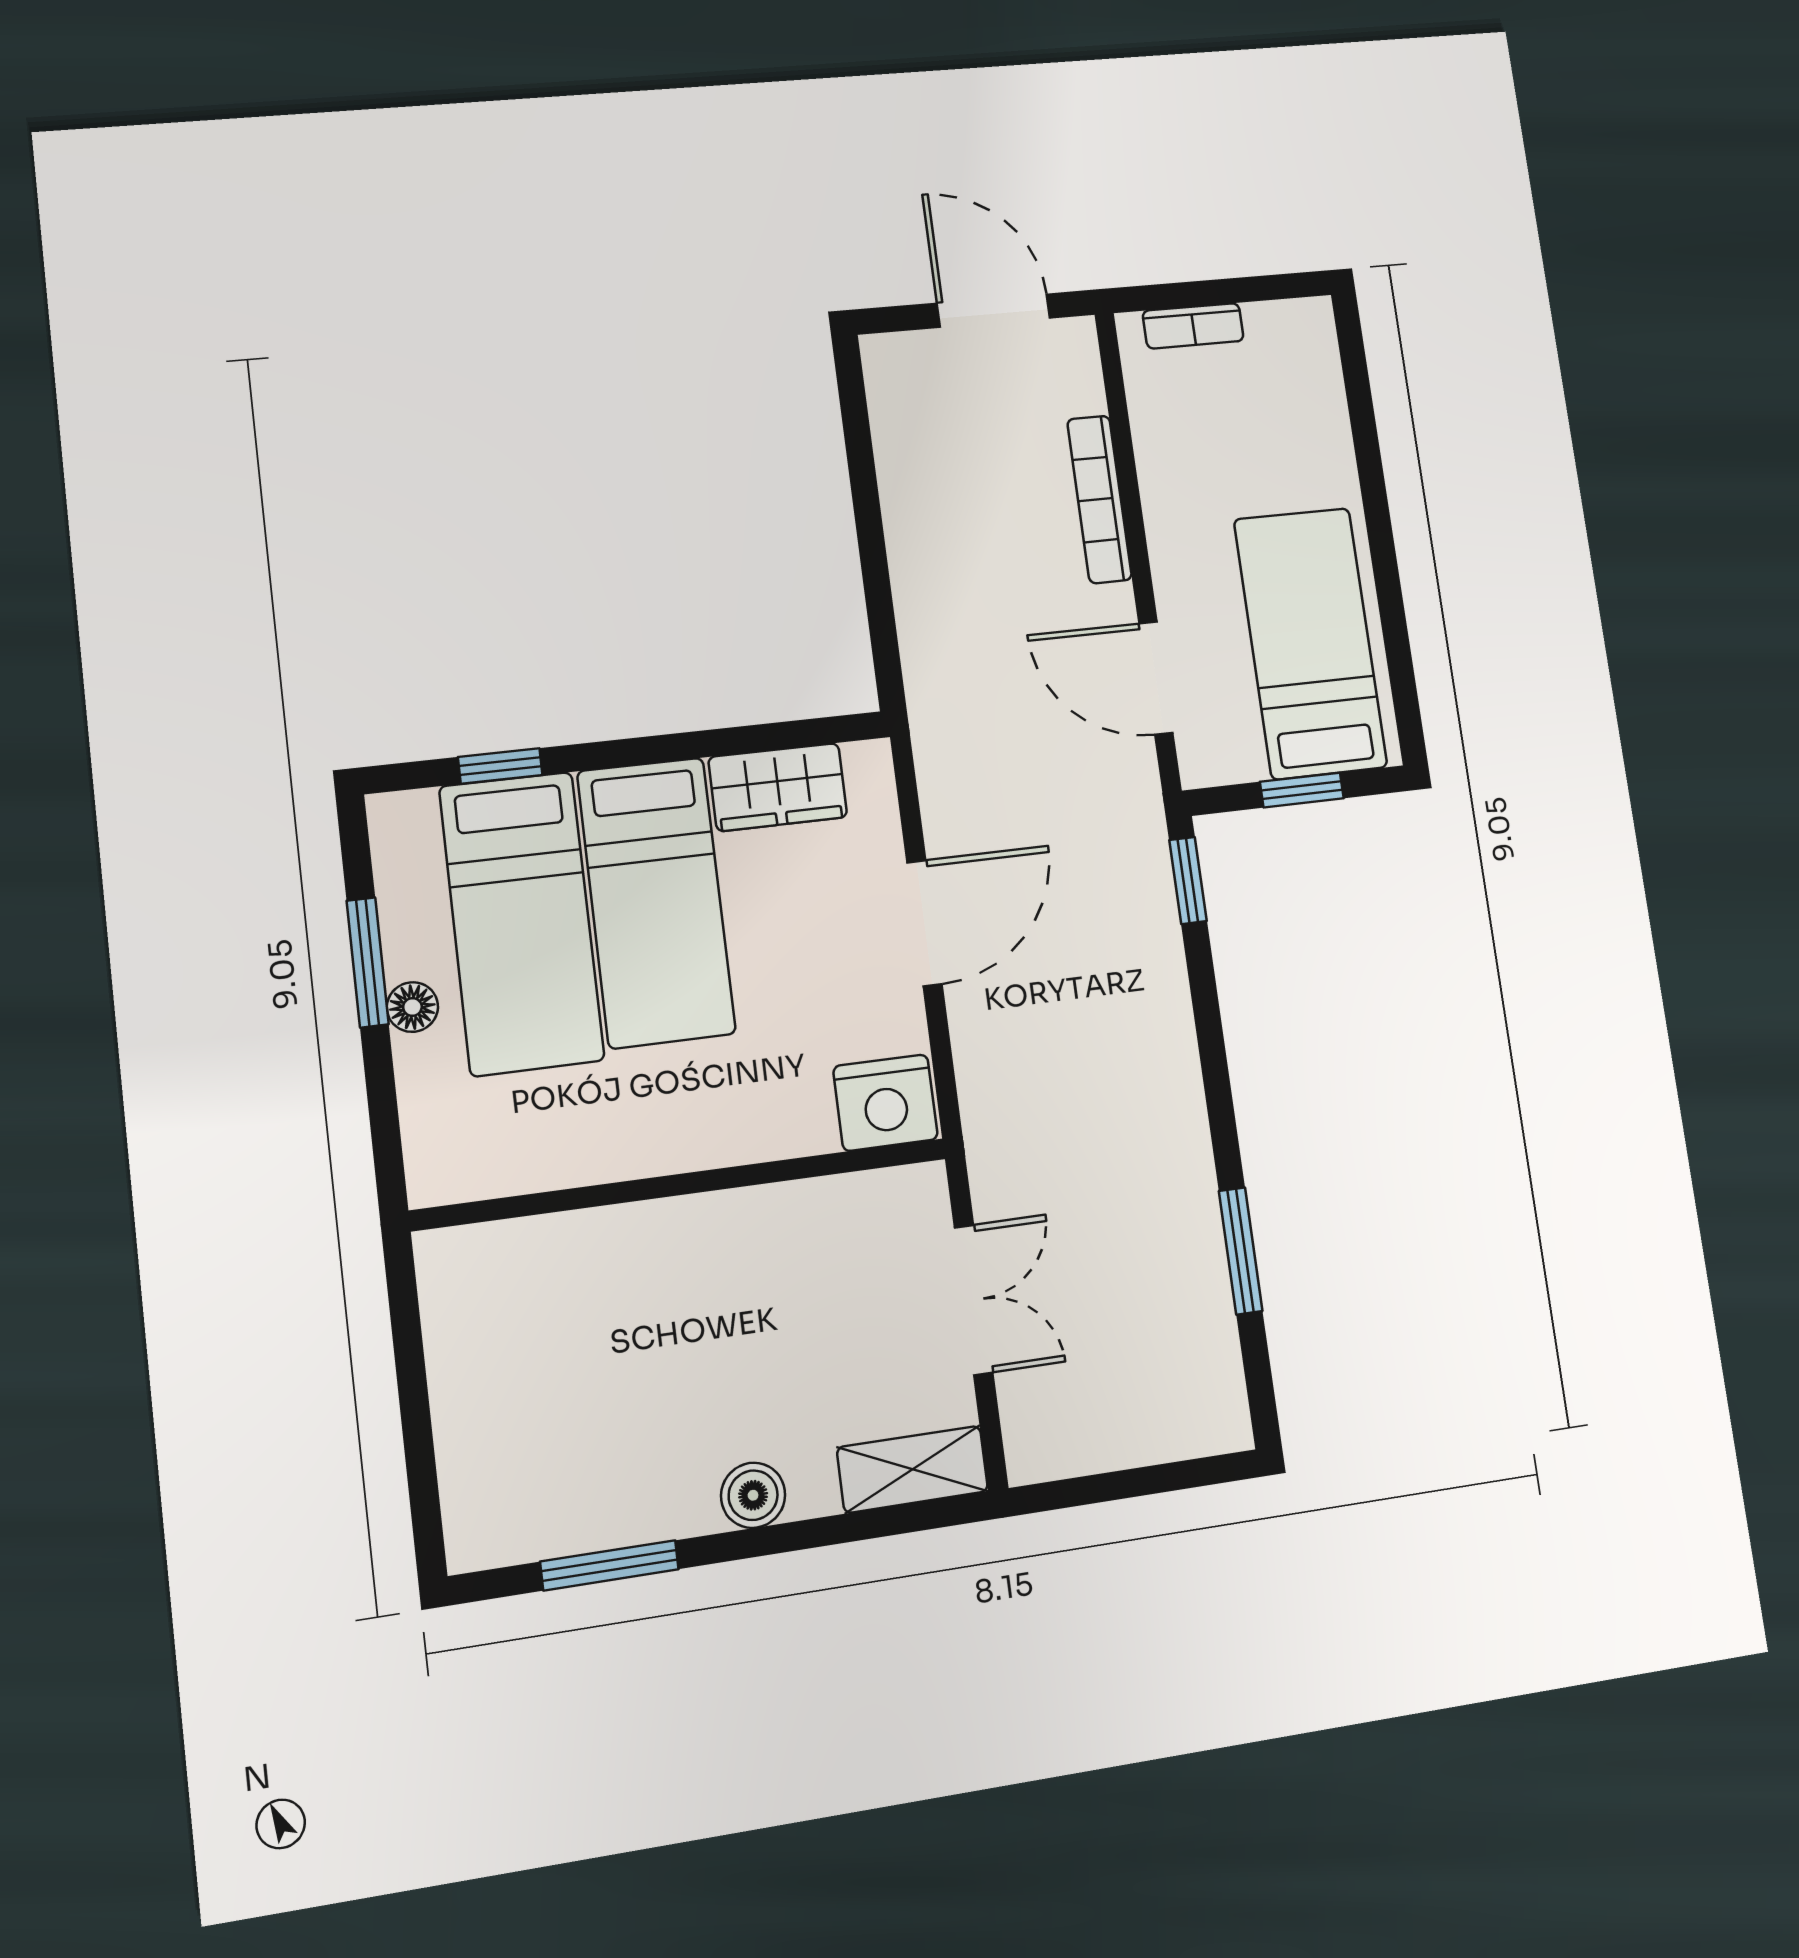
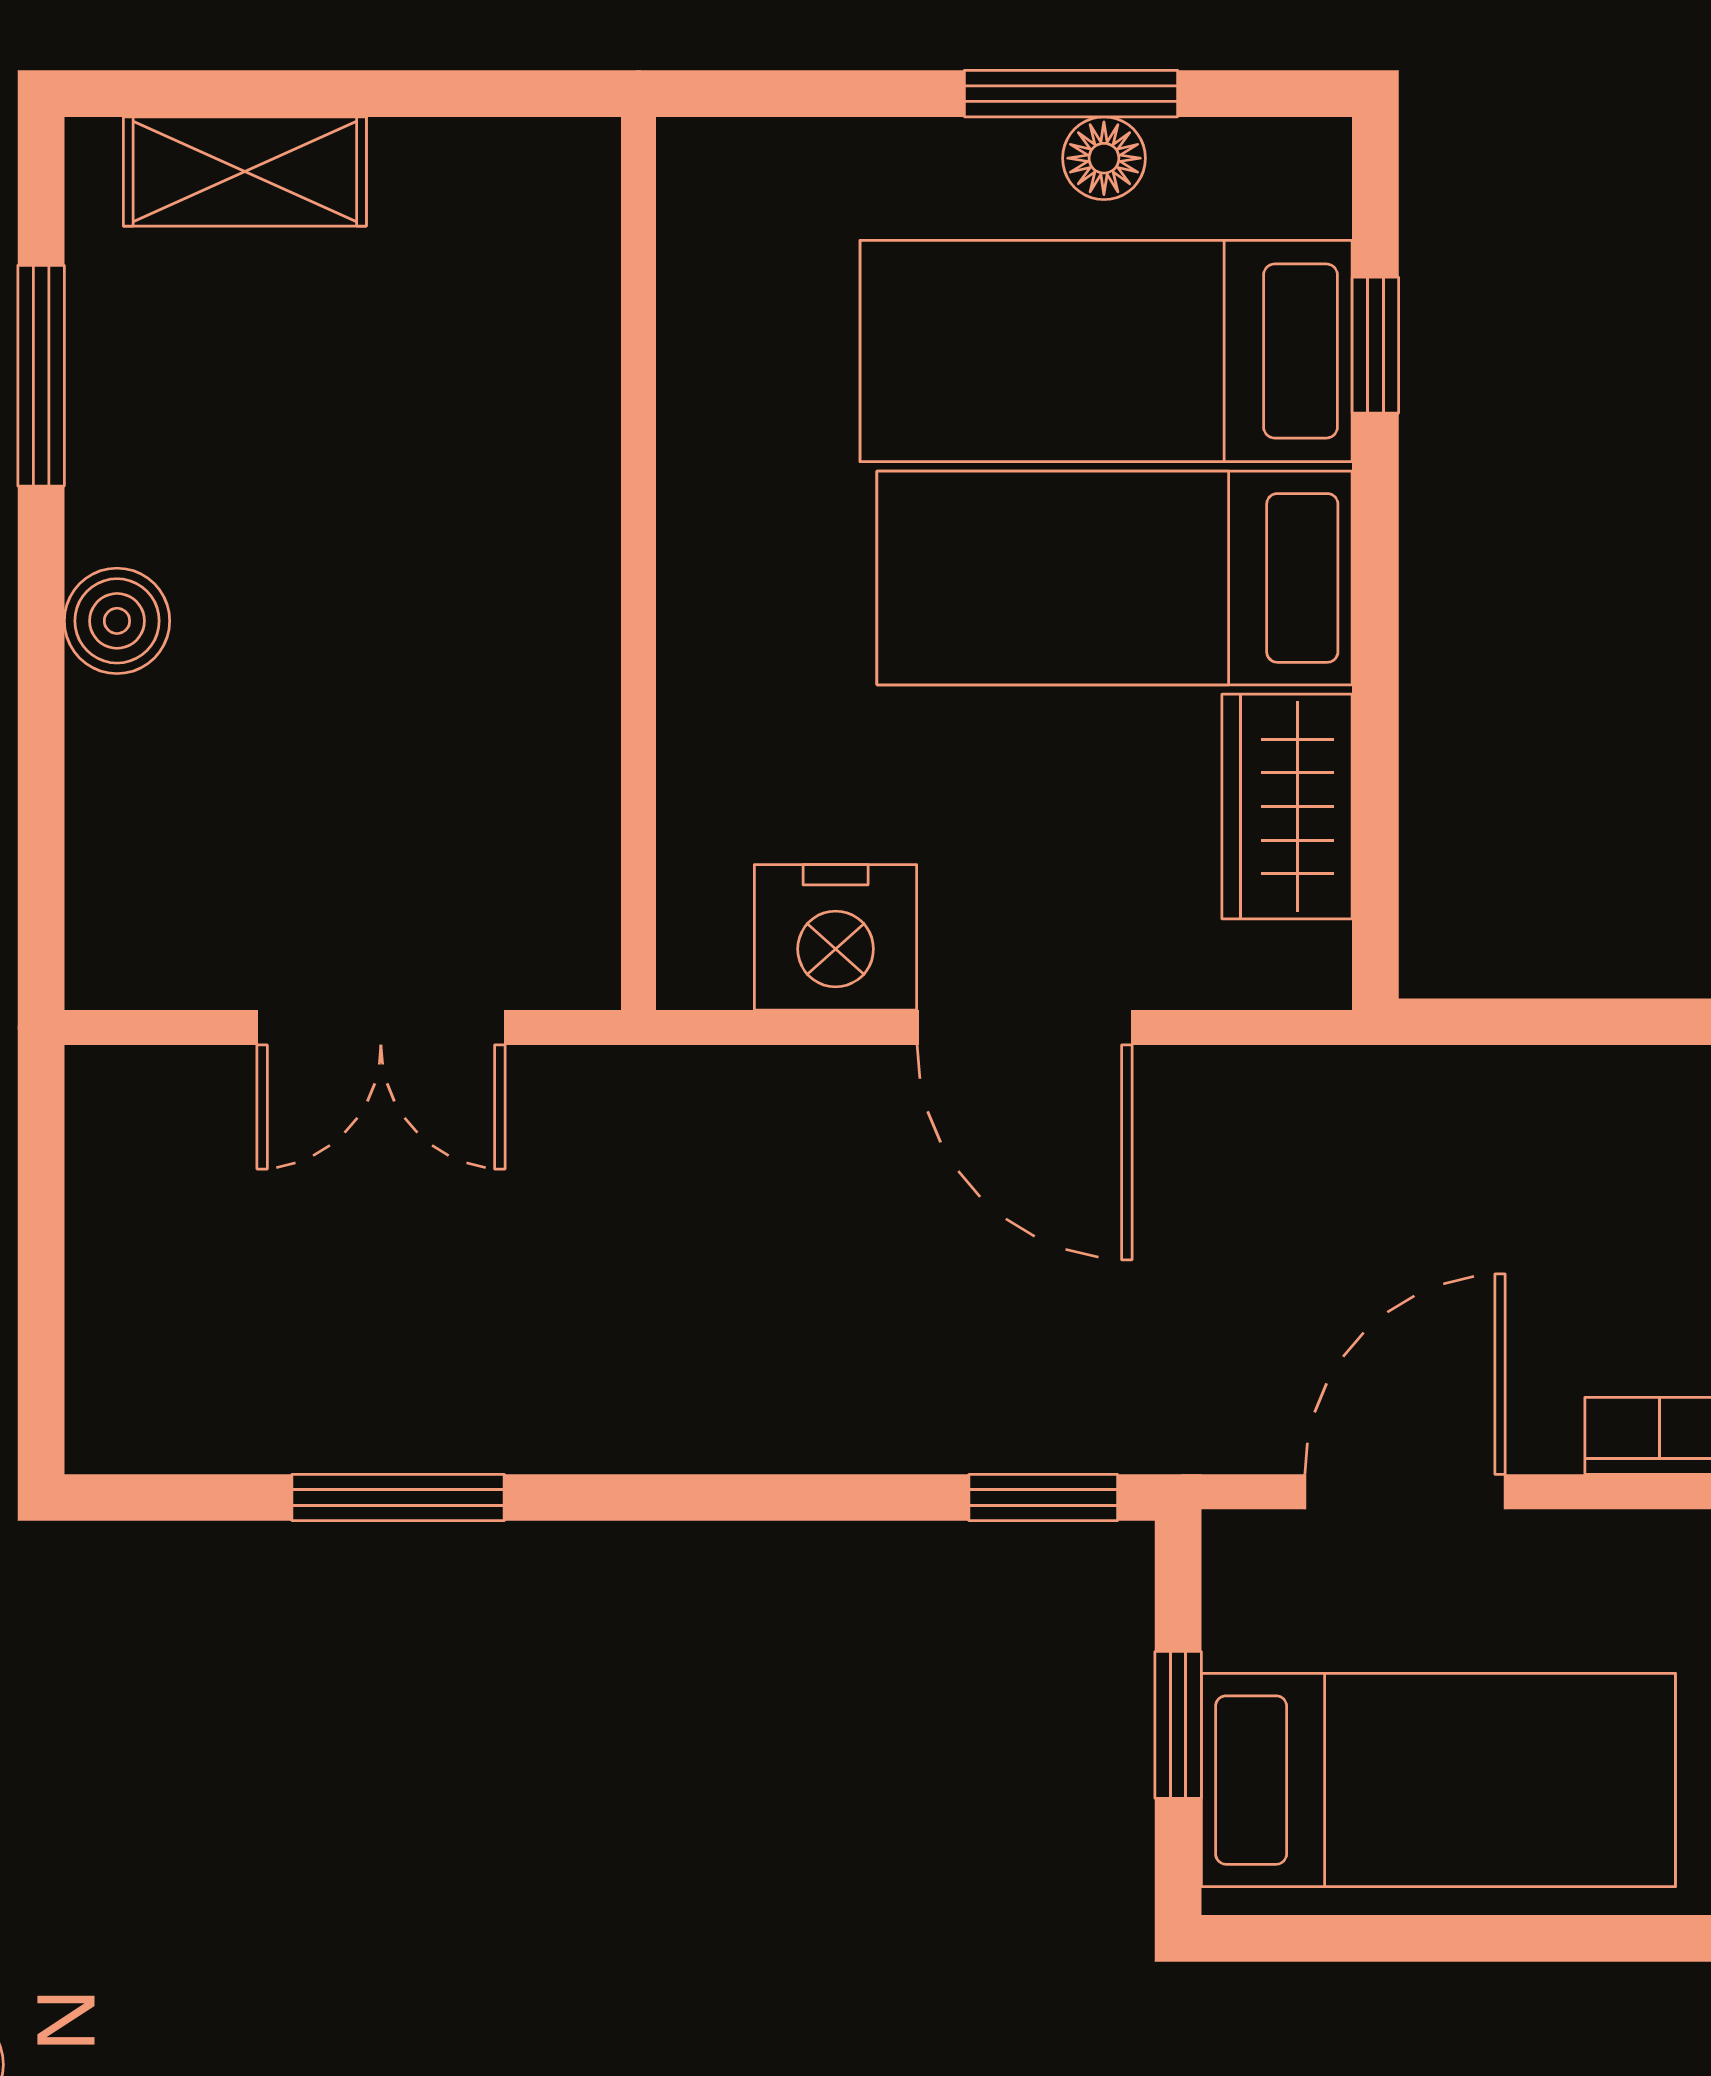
floor lamp: (412, 1007) -> (1104, 158), moved
nightstand: (885, 1103) -> (836, 937), moved, turned -90
shelving: (913, 1469) -> (245, 171), moved, turned 90

